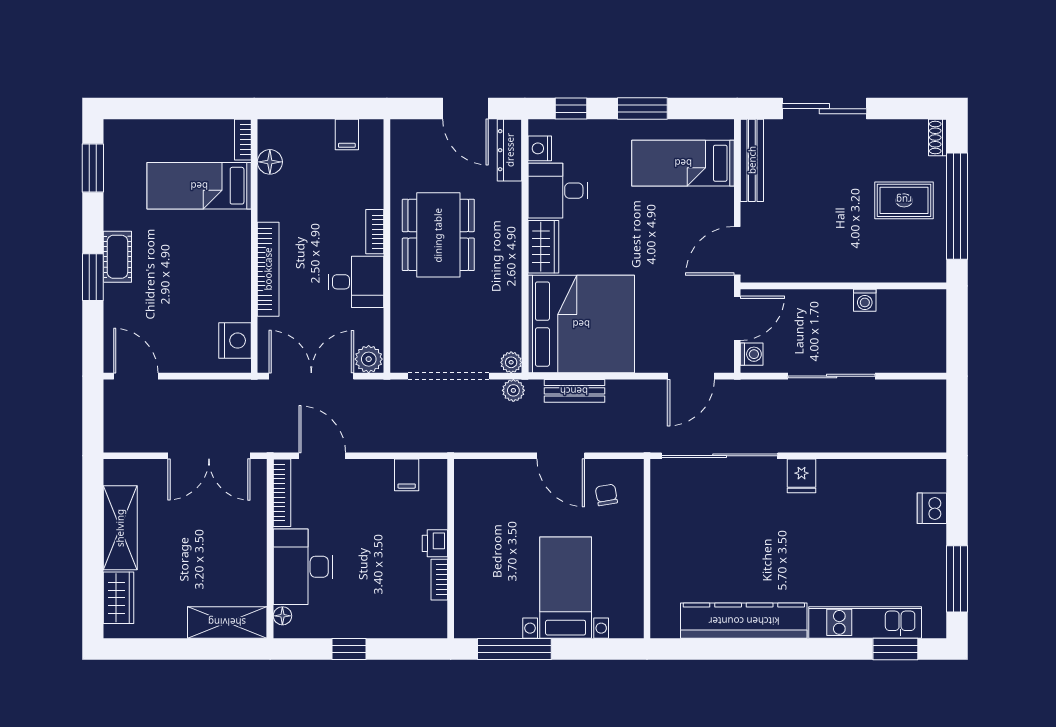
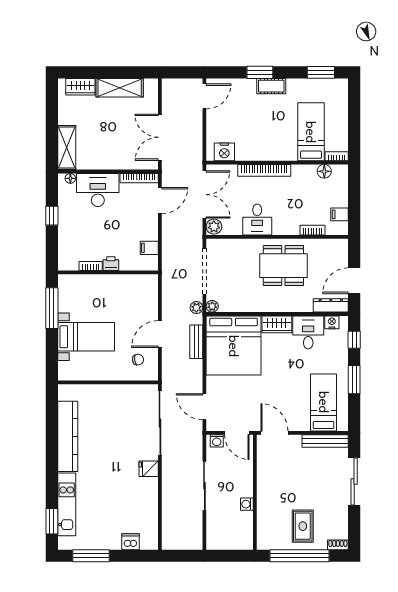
bookcase: (375, 232) -> (313, 230), moved

